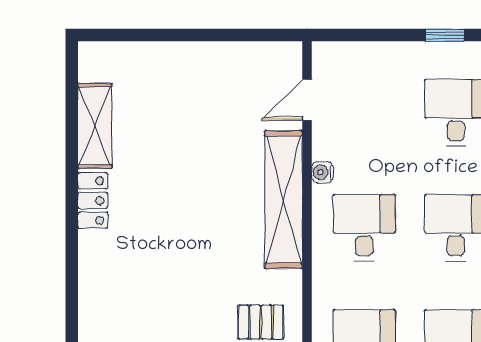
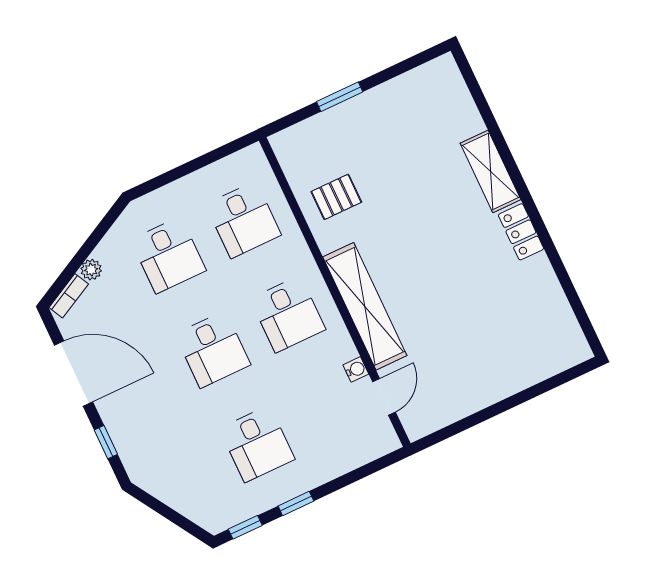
shelving: (95, 126) -> (491, 171), moved
water cooler: (322, 172) -> (356, 369), moved

